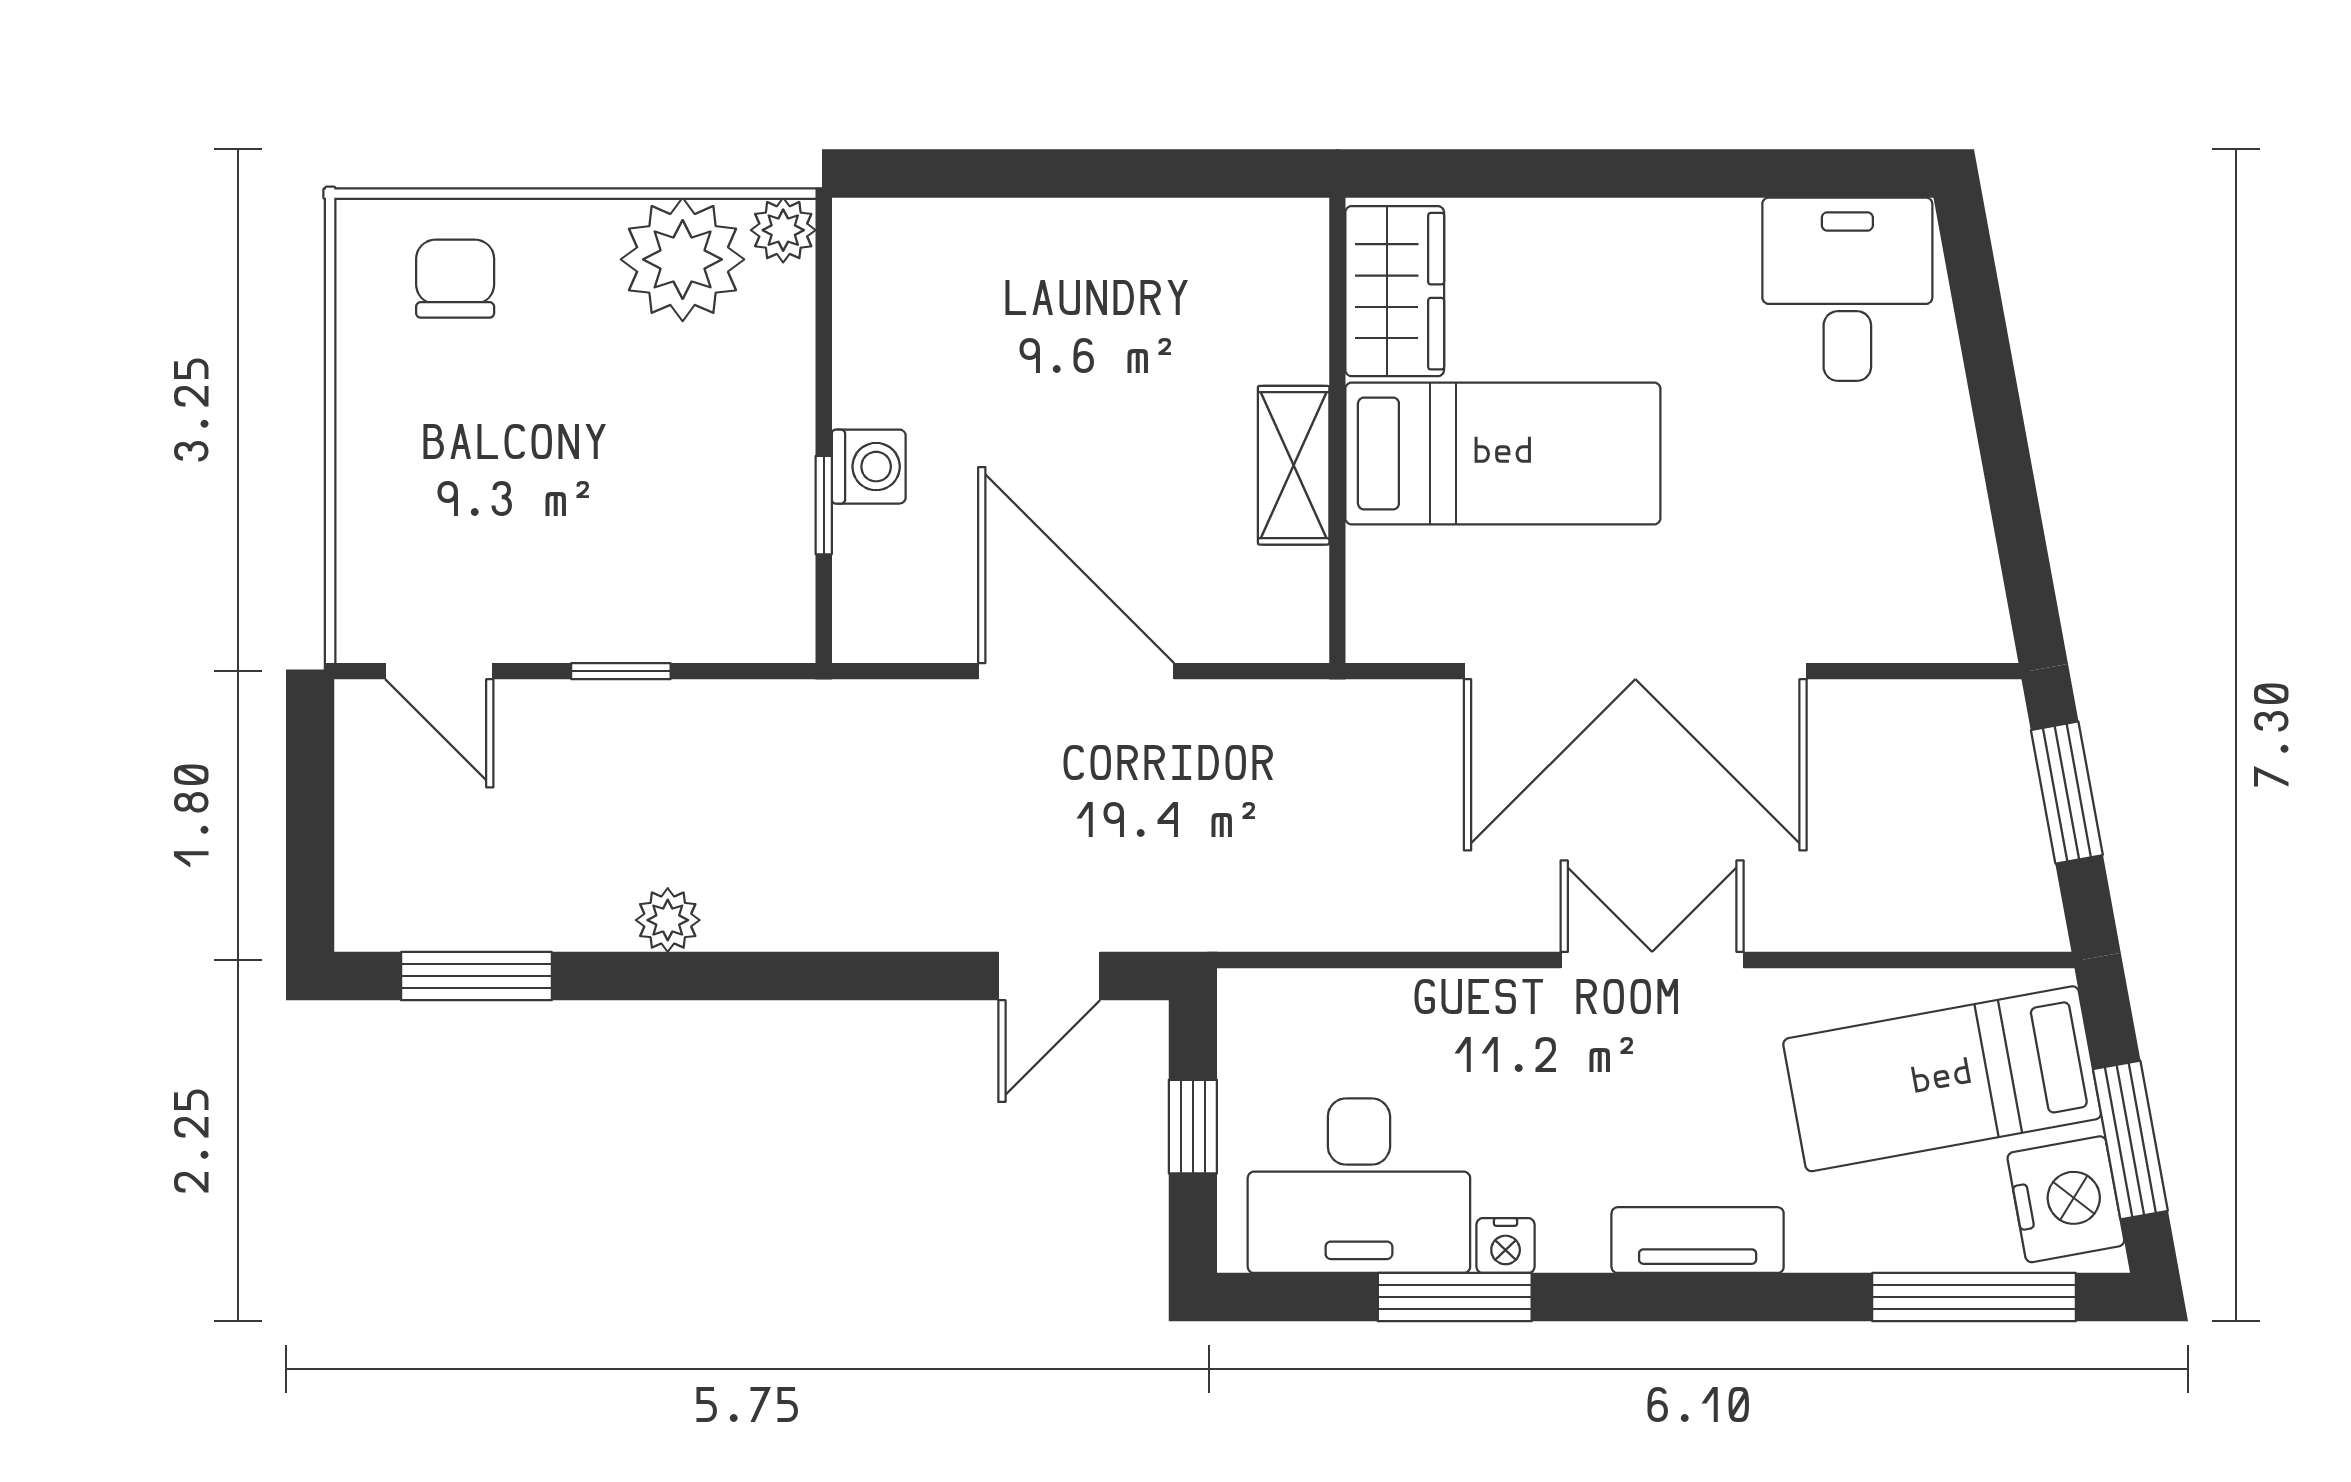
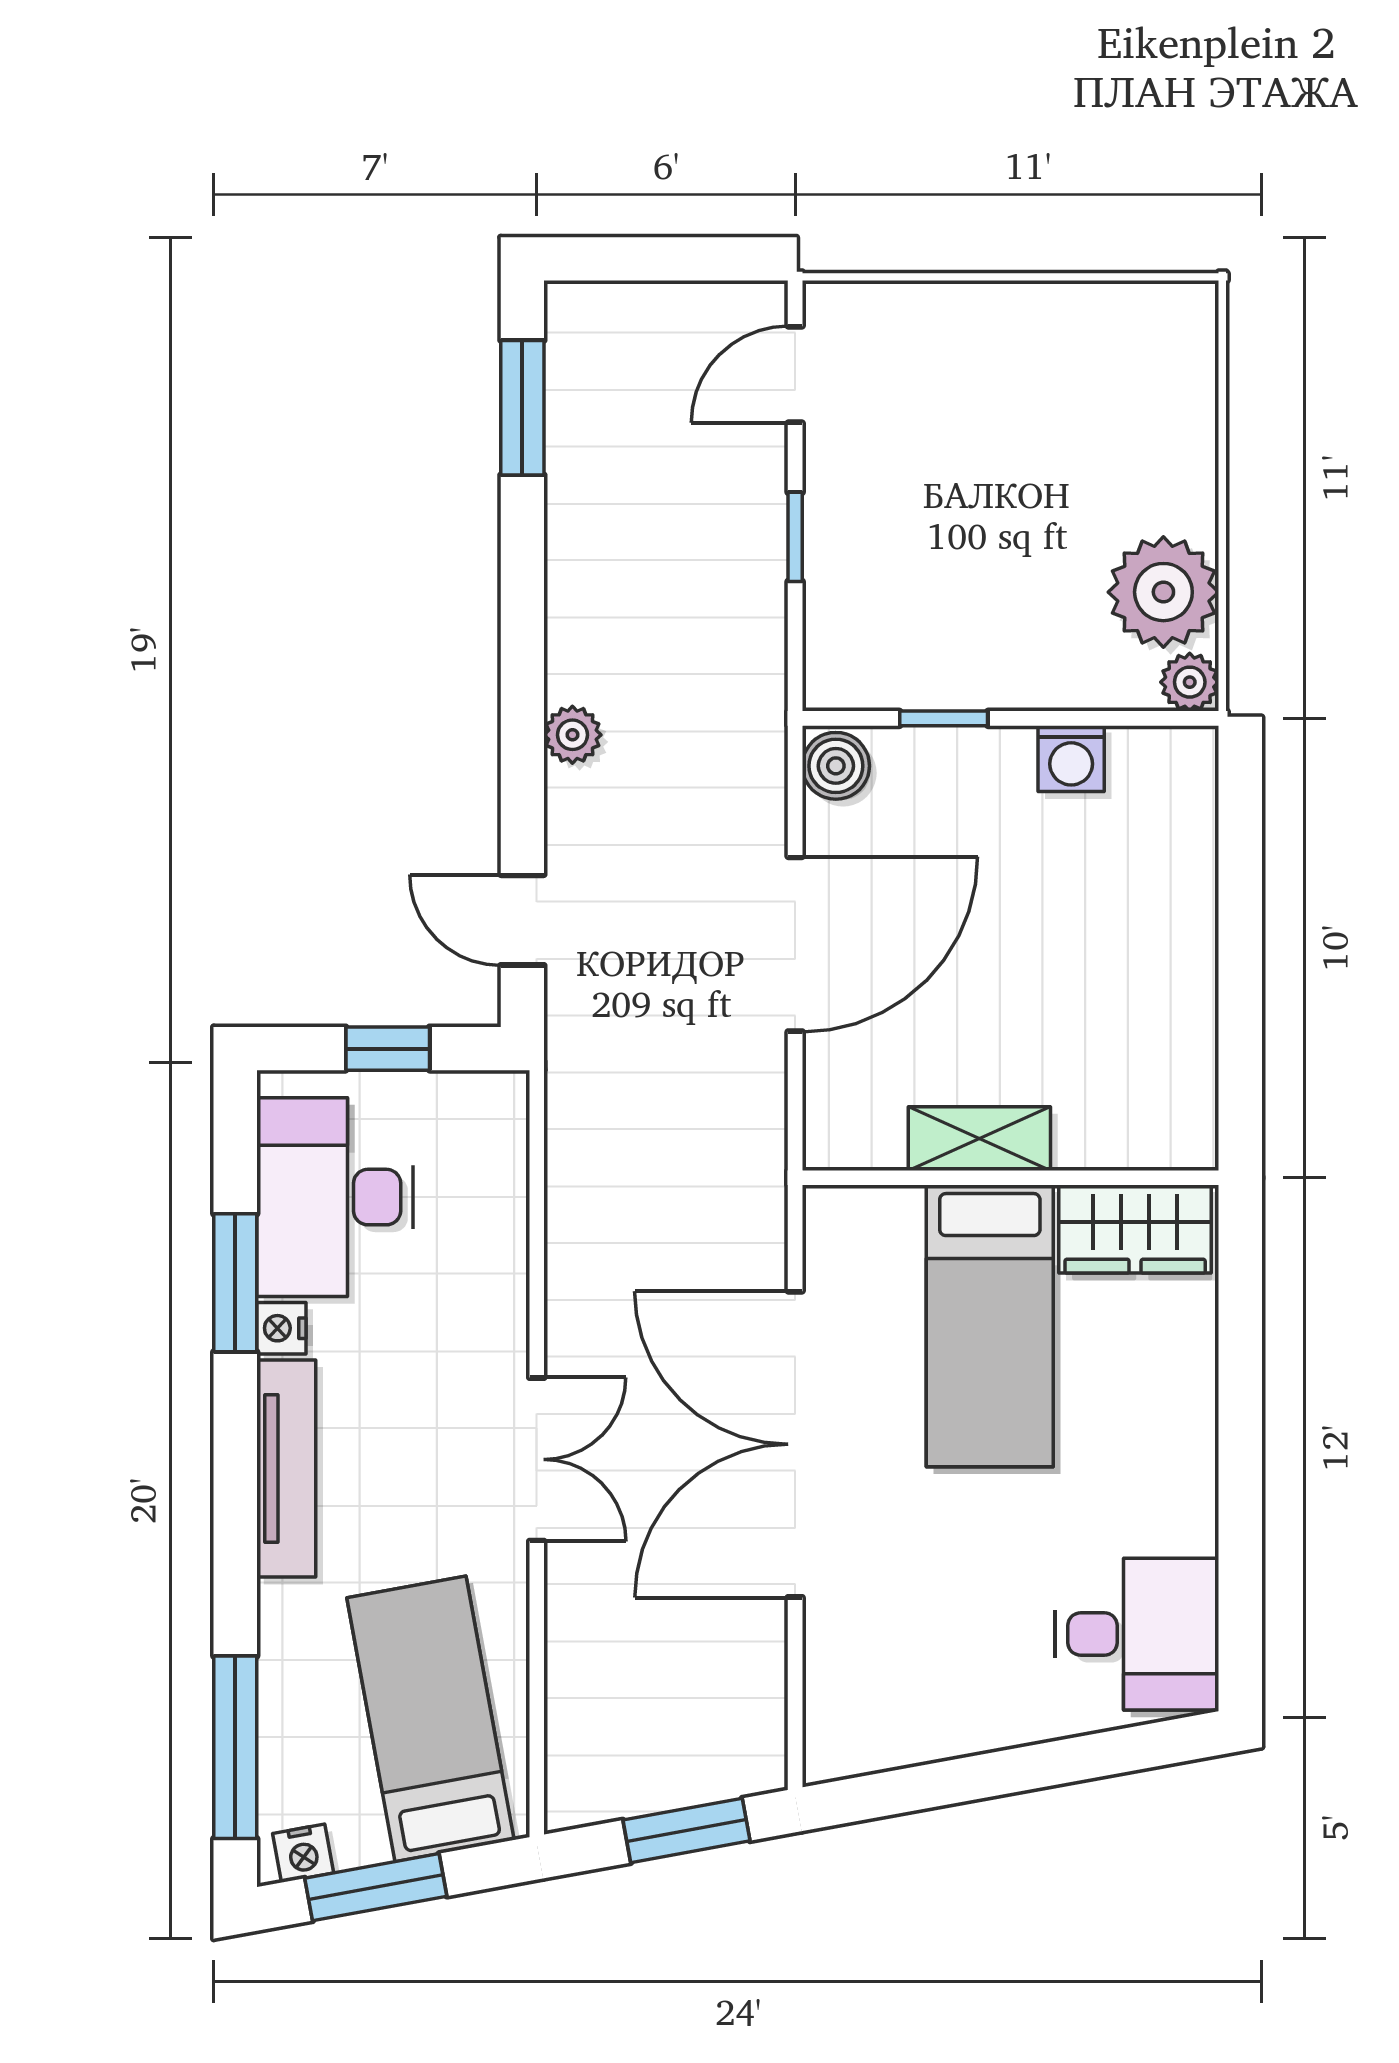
chair: (455, 279) -> (1146, 389), removed
washing machine: (869, 467) -> (1071, 759), moved
boiler: (877, 626) -> (836, 766), added
plant: (668, 920) -> (572, 735), moved
nightstand: (2066, 1199) -> (303, 1853), width x0.53, depth x0.56
tv unit: (1698, 1240) -> (286, 1469), width x1.41

